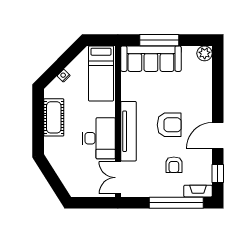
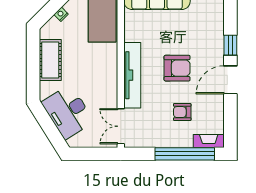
desk: (99, 138) -> (68, 112), moved, turned 148
armchair: (174, 165) -> (182, 112), turned 90
window: (218, 173) -> (230, 45), moved

